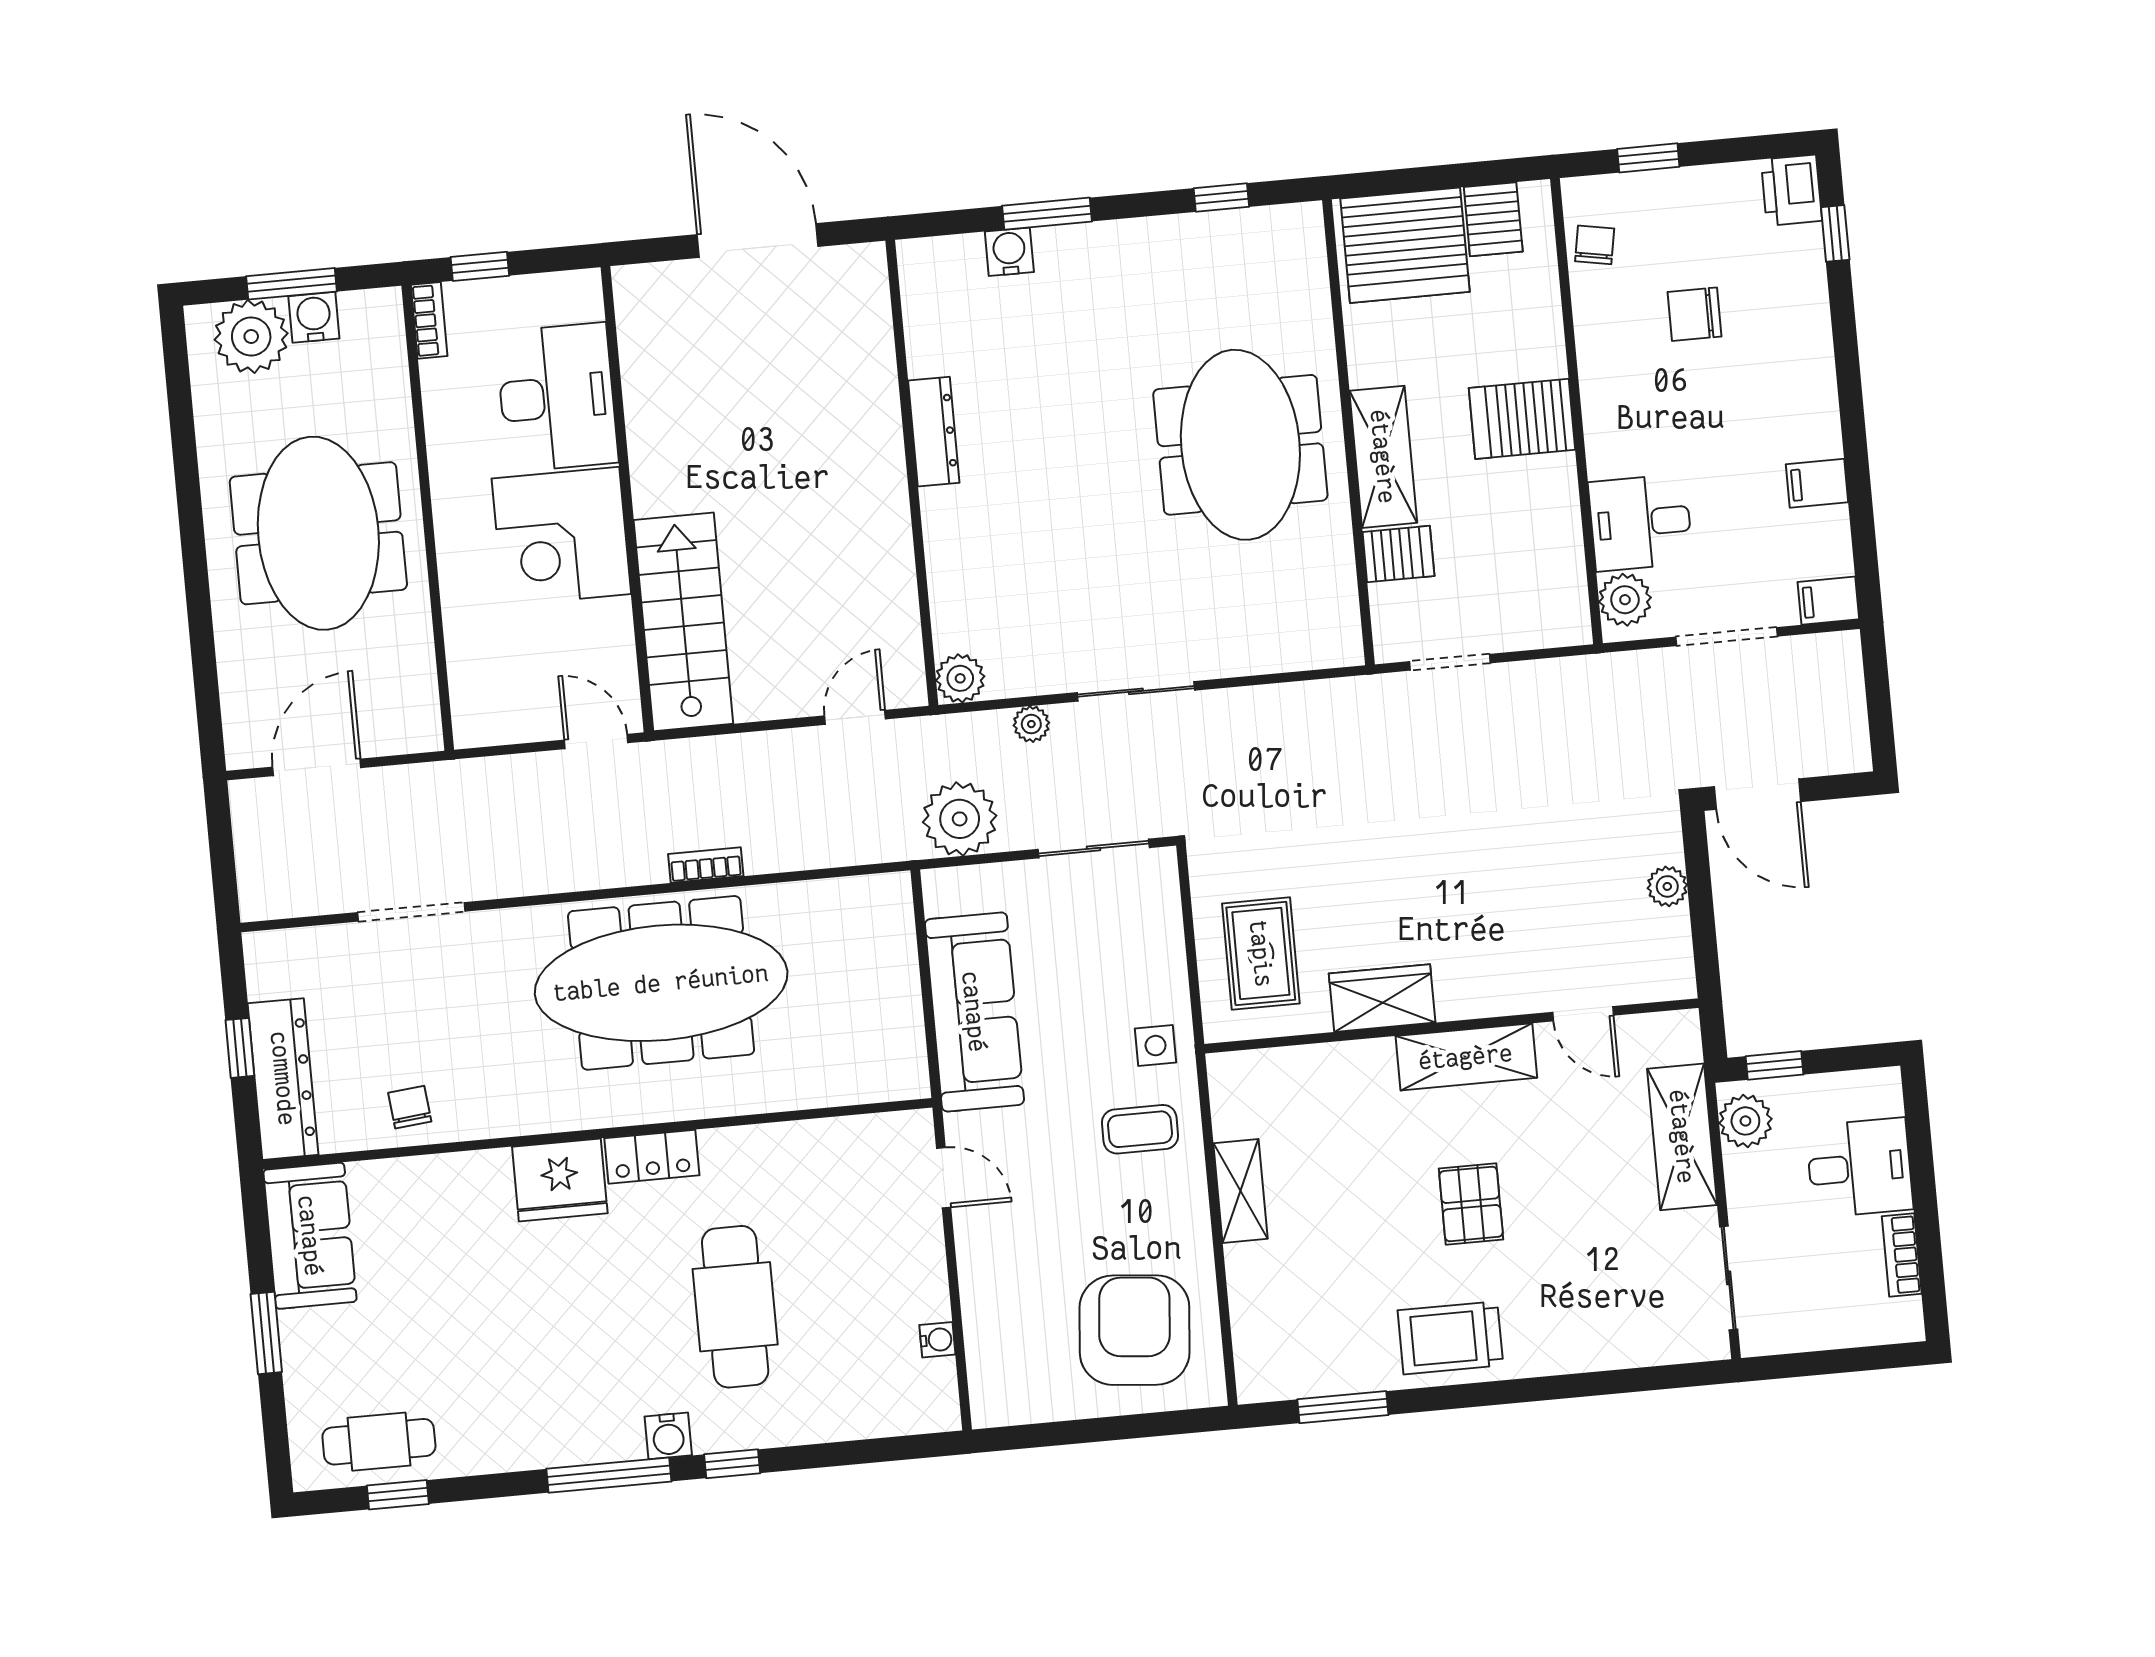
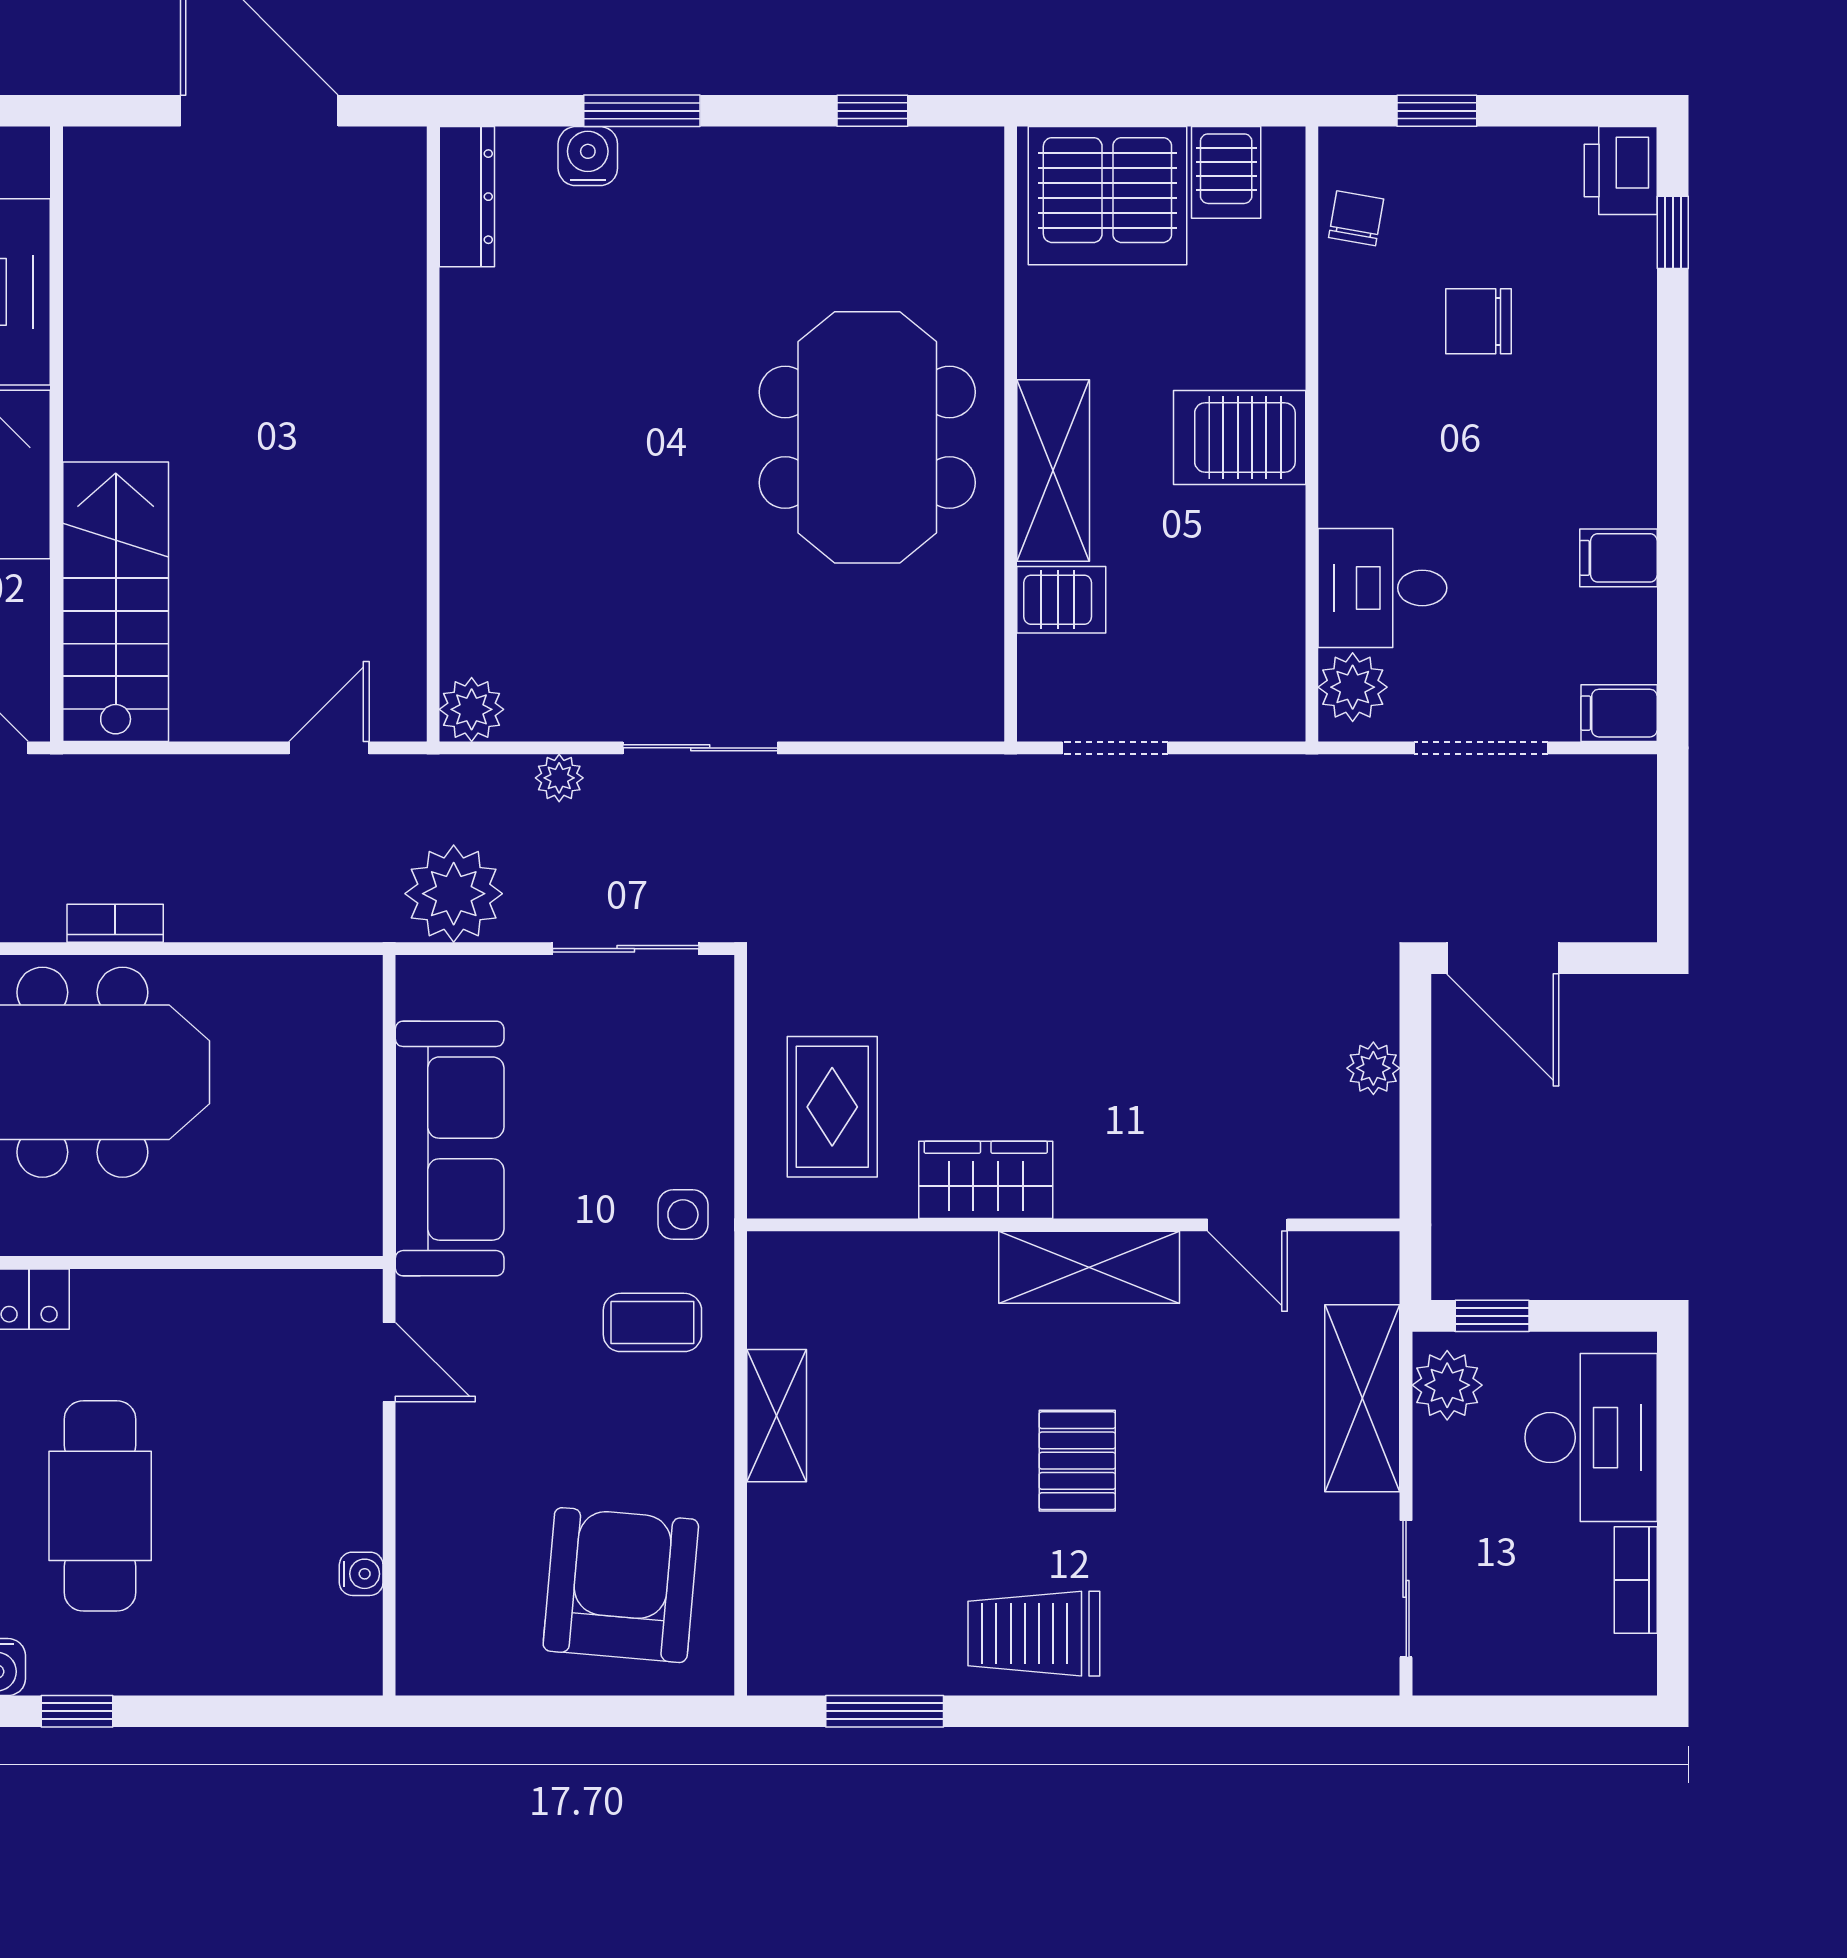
dresser: (934, 432) -> (467, 197), moved
desk: (1859, 1168) -> (1591, 1438), width x1.37

